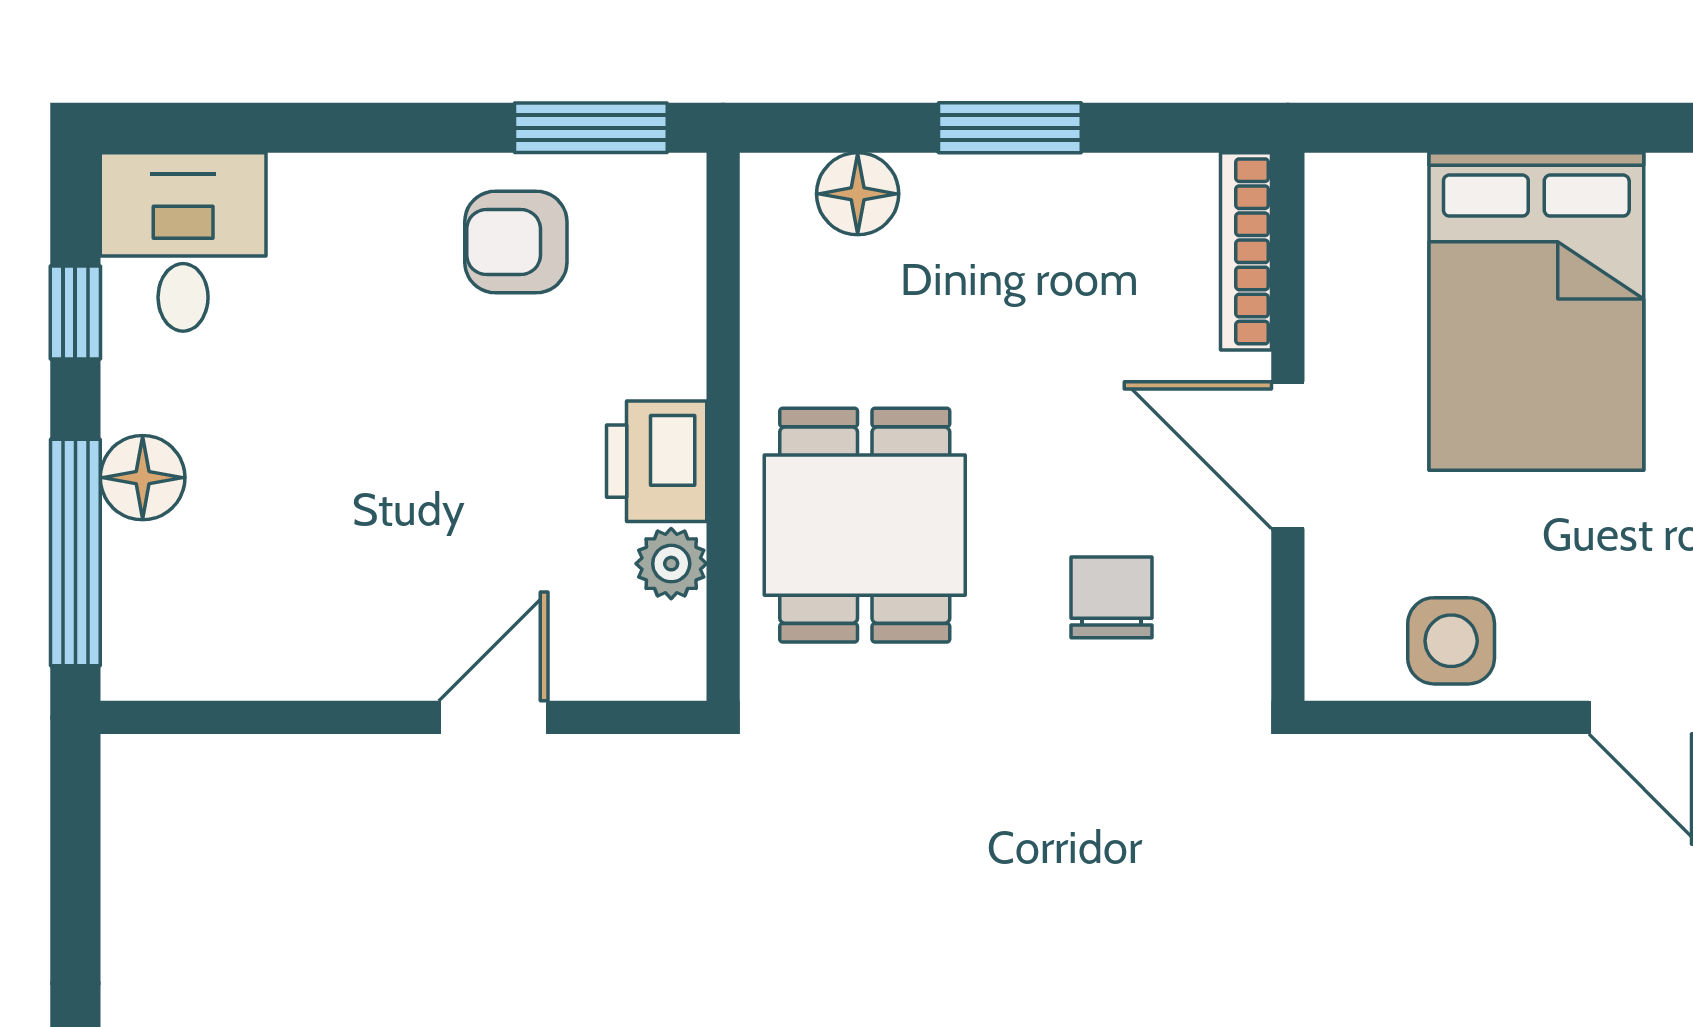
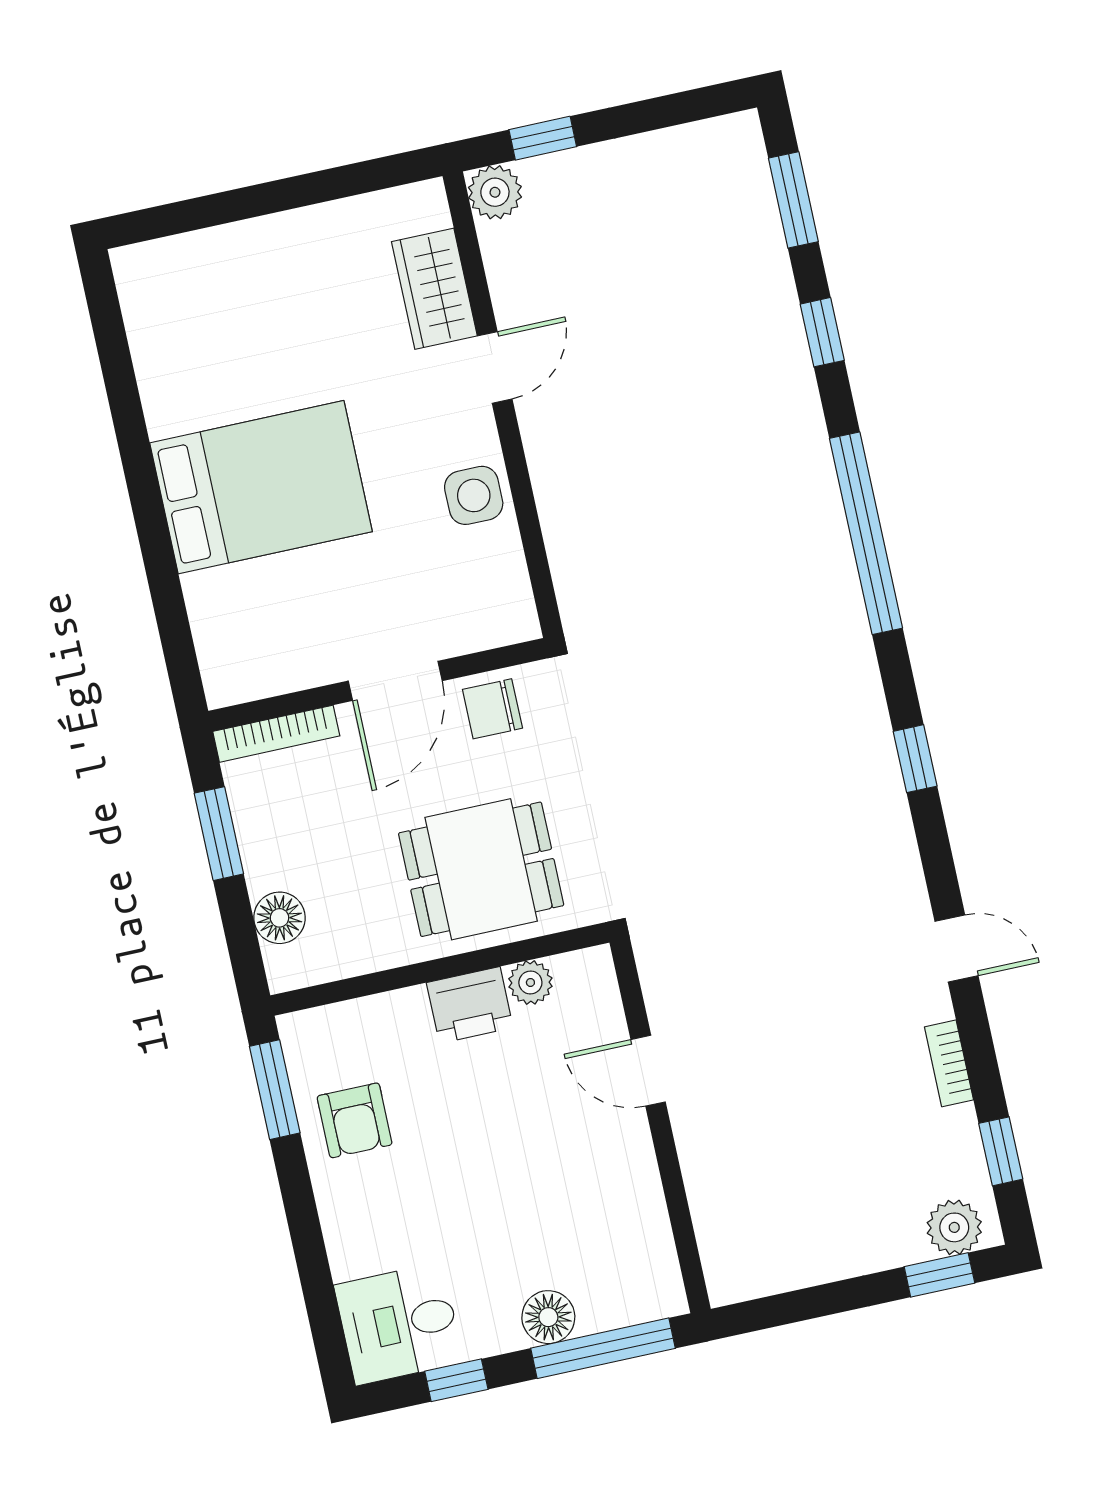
bookcase: (1246, 251) -> (276, 734), moved
wall: (1288, 427) -> (378, 685), moved
door: (1288, 455) -> (395, 681), moved

